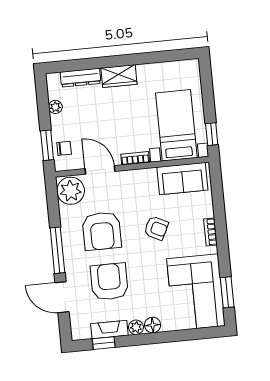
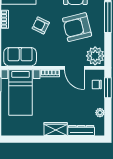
armchair: (102, 231) -> (77, 27), turned -104

